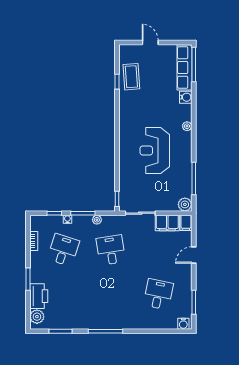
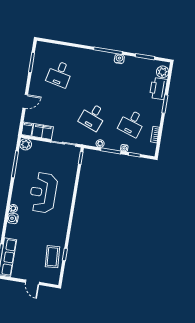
water cooler: (186, 97) -> (13, 218), moved
reception desk: (155, 151) -> (43, 193), turned 180
desk: (111, 250) -> (93, 117), turned 30
water cooler: (183, 324) -> (119, 59), moved

